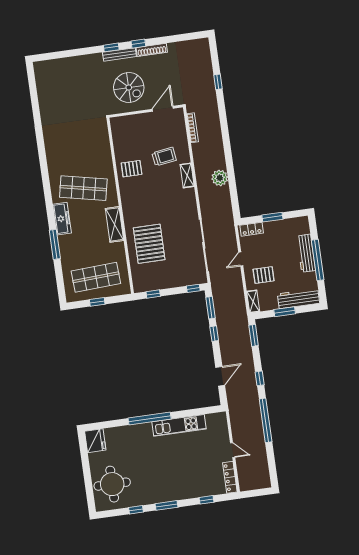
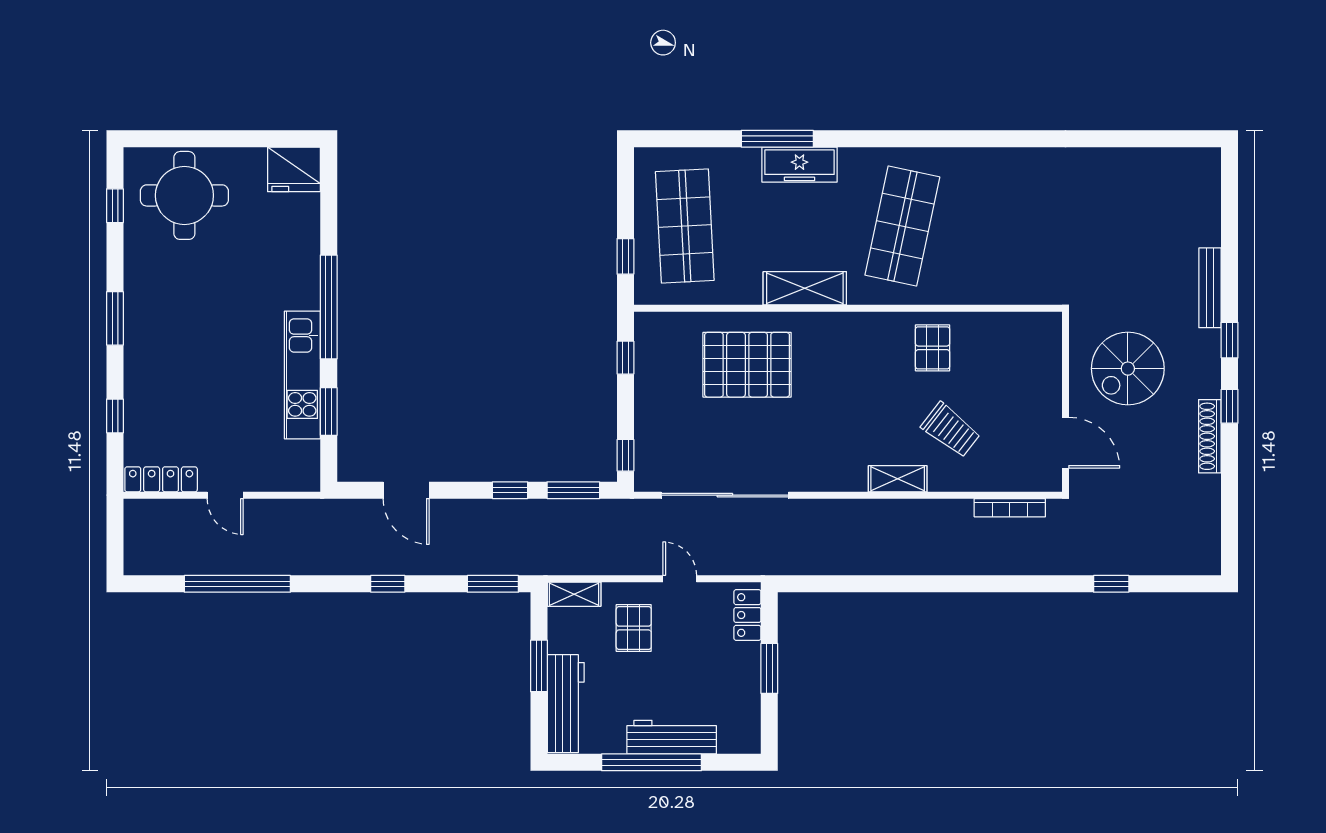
bench: (119, 54) -> (1210, 288), moved
trolley: (164, 157) -> (951, 430), turned -44
plant: (220, 178) -> (881, 556), removed
freezer: (62, 219) -> (799, 165), moved
window: (97, 302) -> (625, 256), moved
window: (192, 413) -> (329, 411), added
window: (266, 420) -> (237, 584), moved
door: (233, 450) -> (225, 495), hinge flipped
window: (136, 510) -> (115, 206), moved

